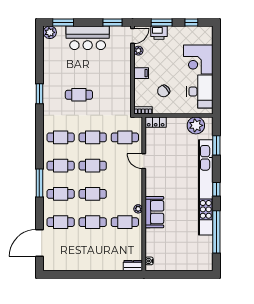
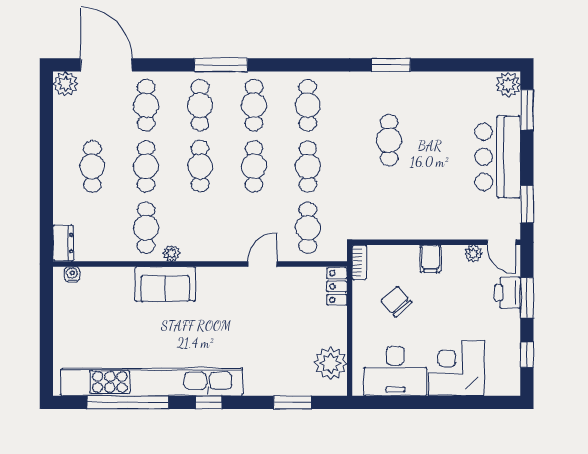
kitchen unit: (206, 187) -> (152, 382), moved
cafe table: (93, 250) -> (92, 166), added
plant: (49, 264) -> (65, 84), added

